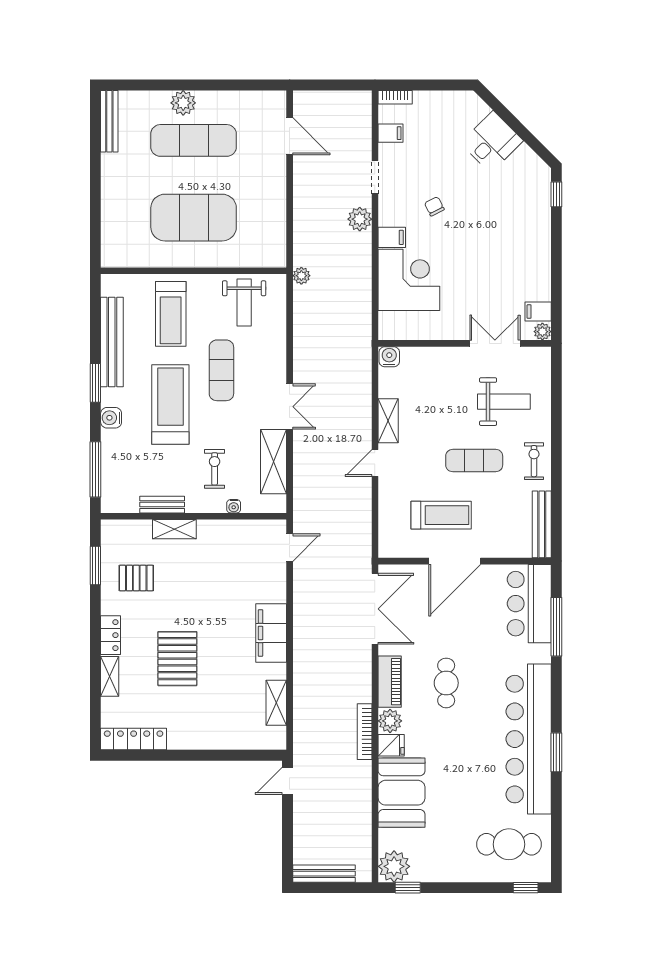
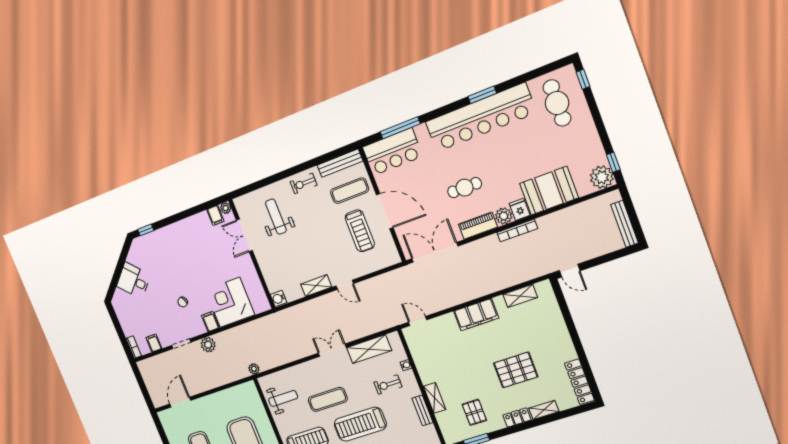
exercise mat: (474, 461) -> (350, 191), moved, turned 90
treadmill: (441, 515) -> (360, 231), turned 180

